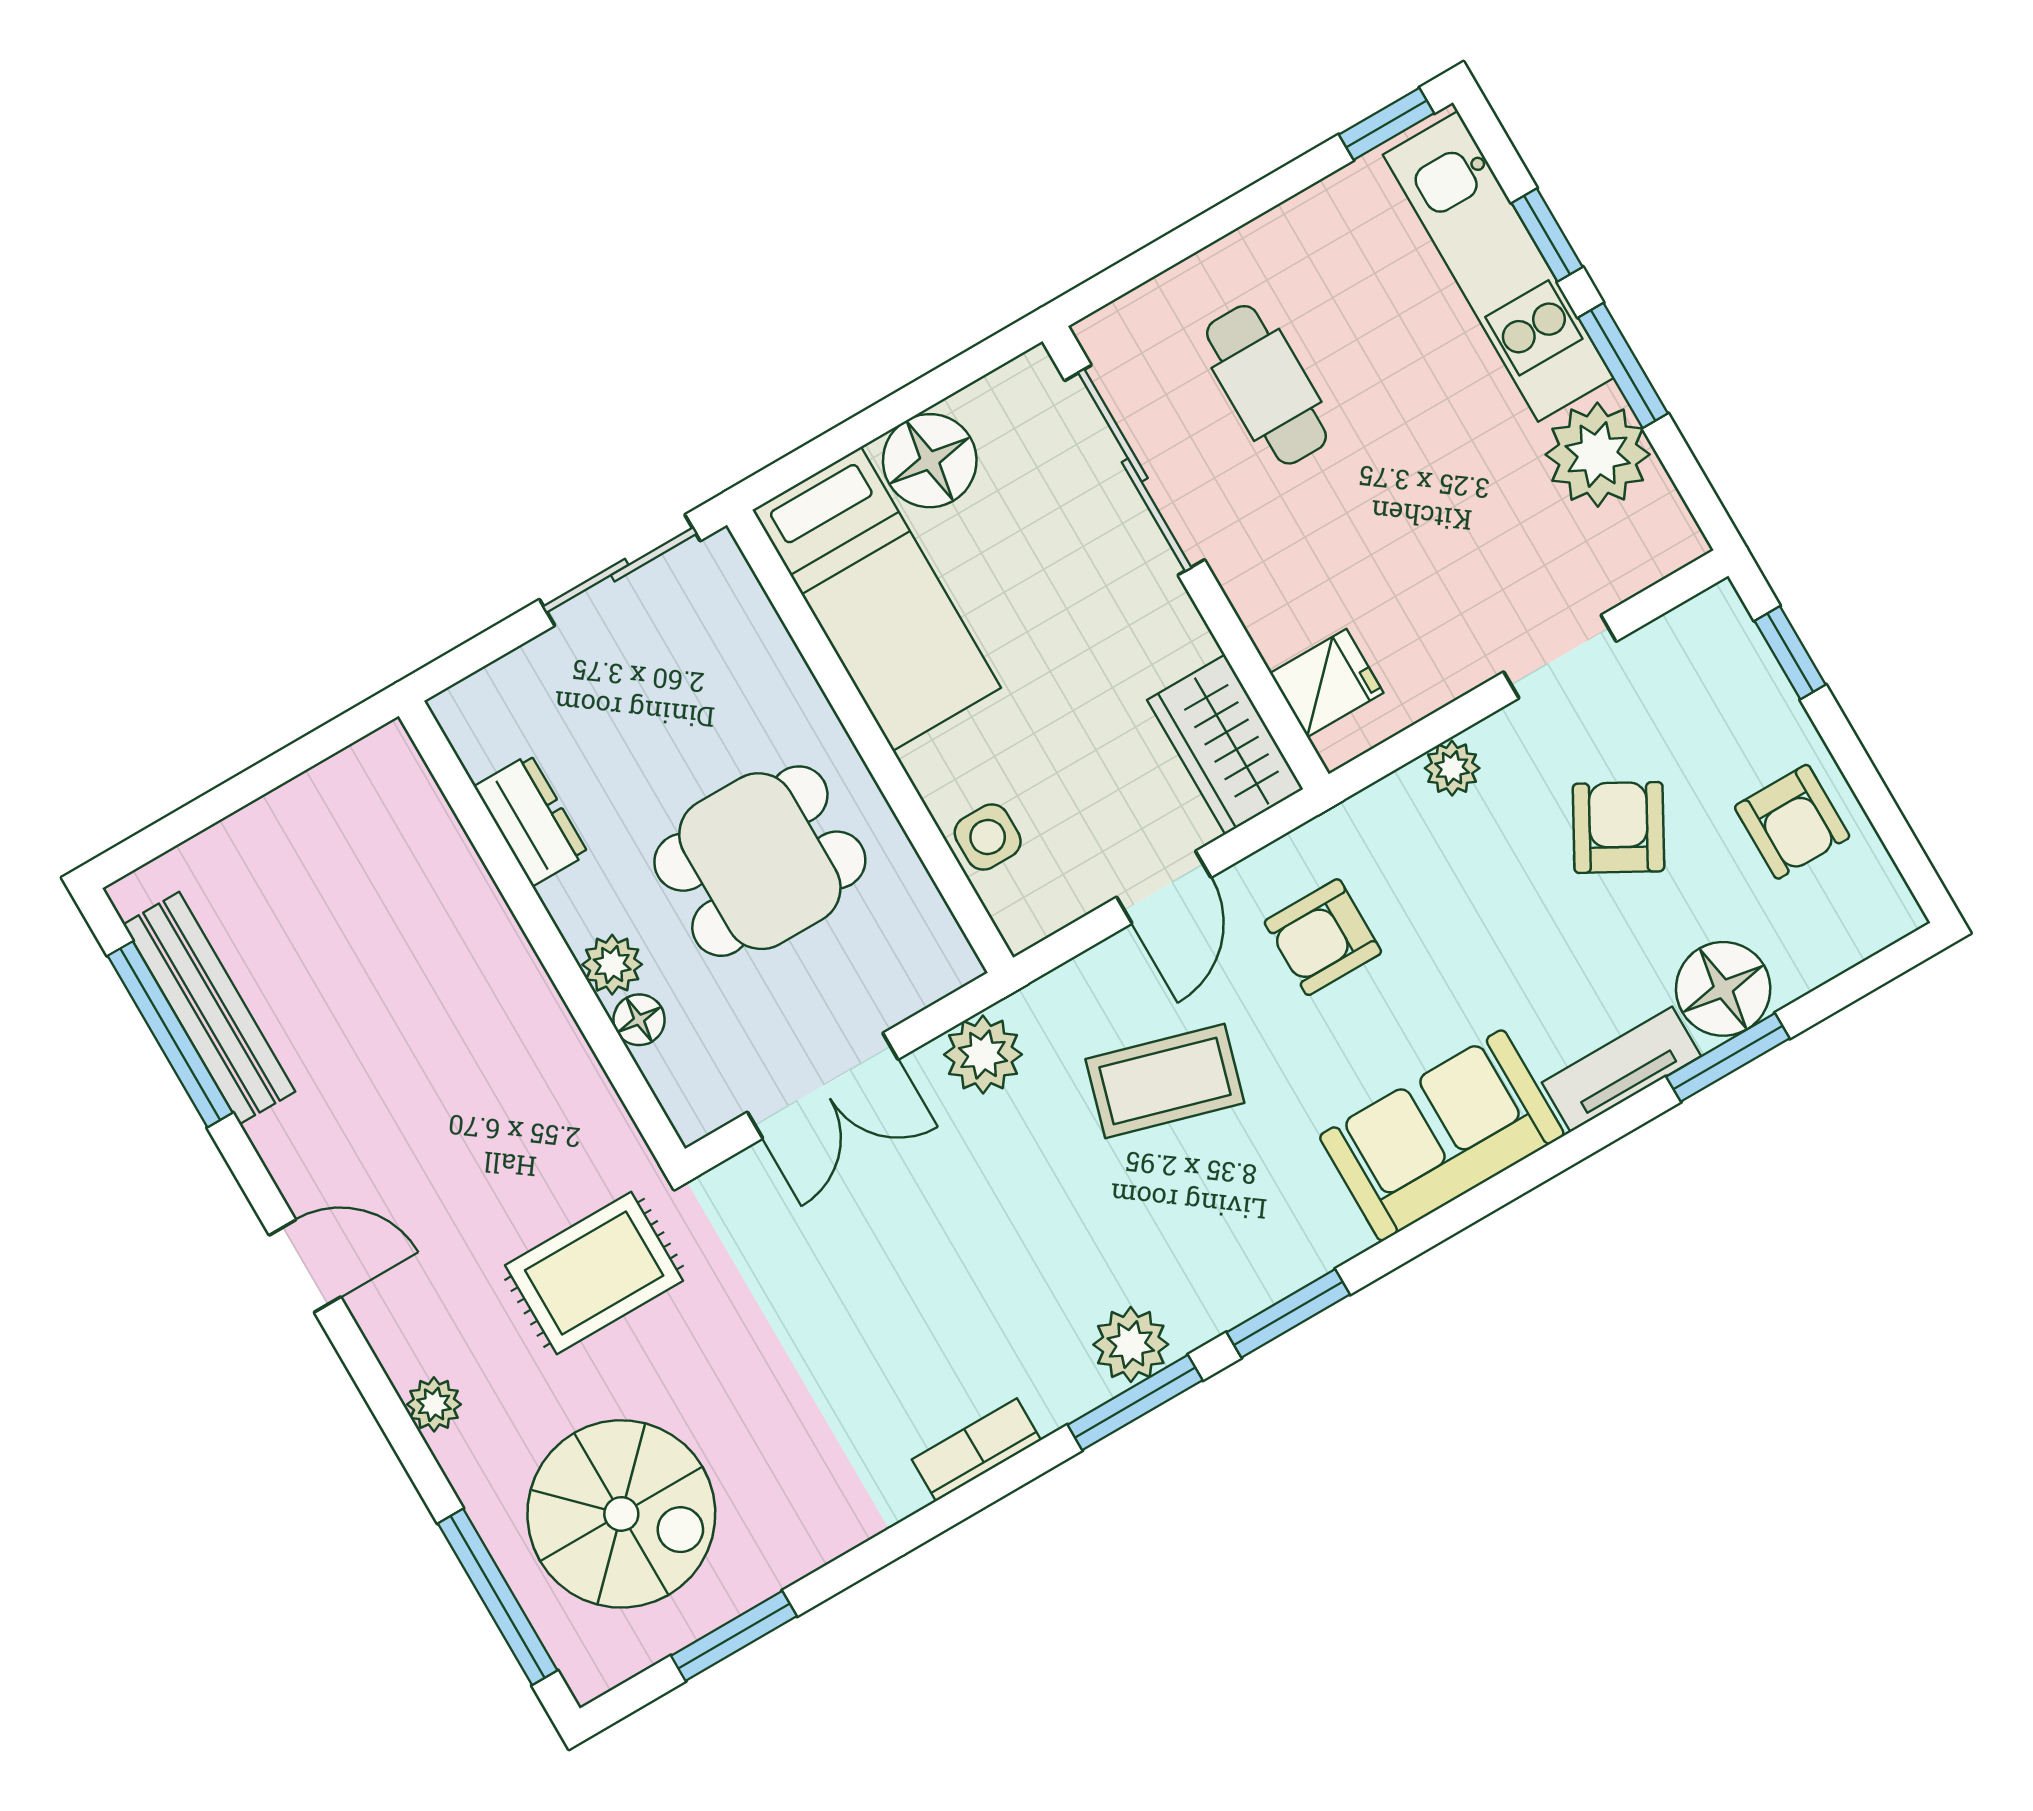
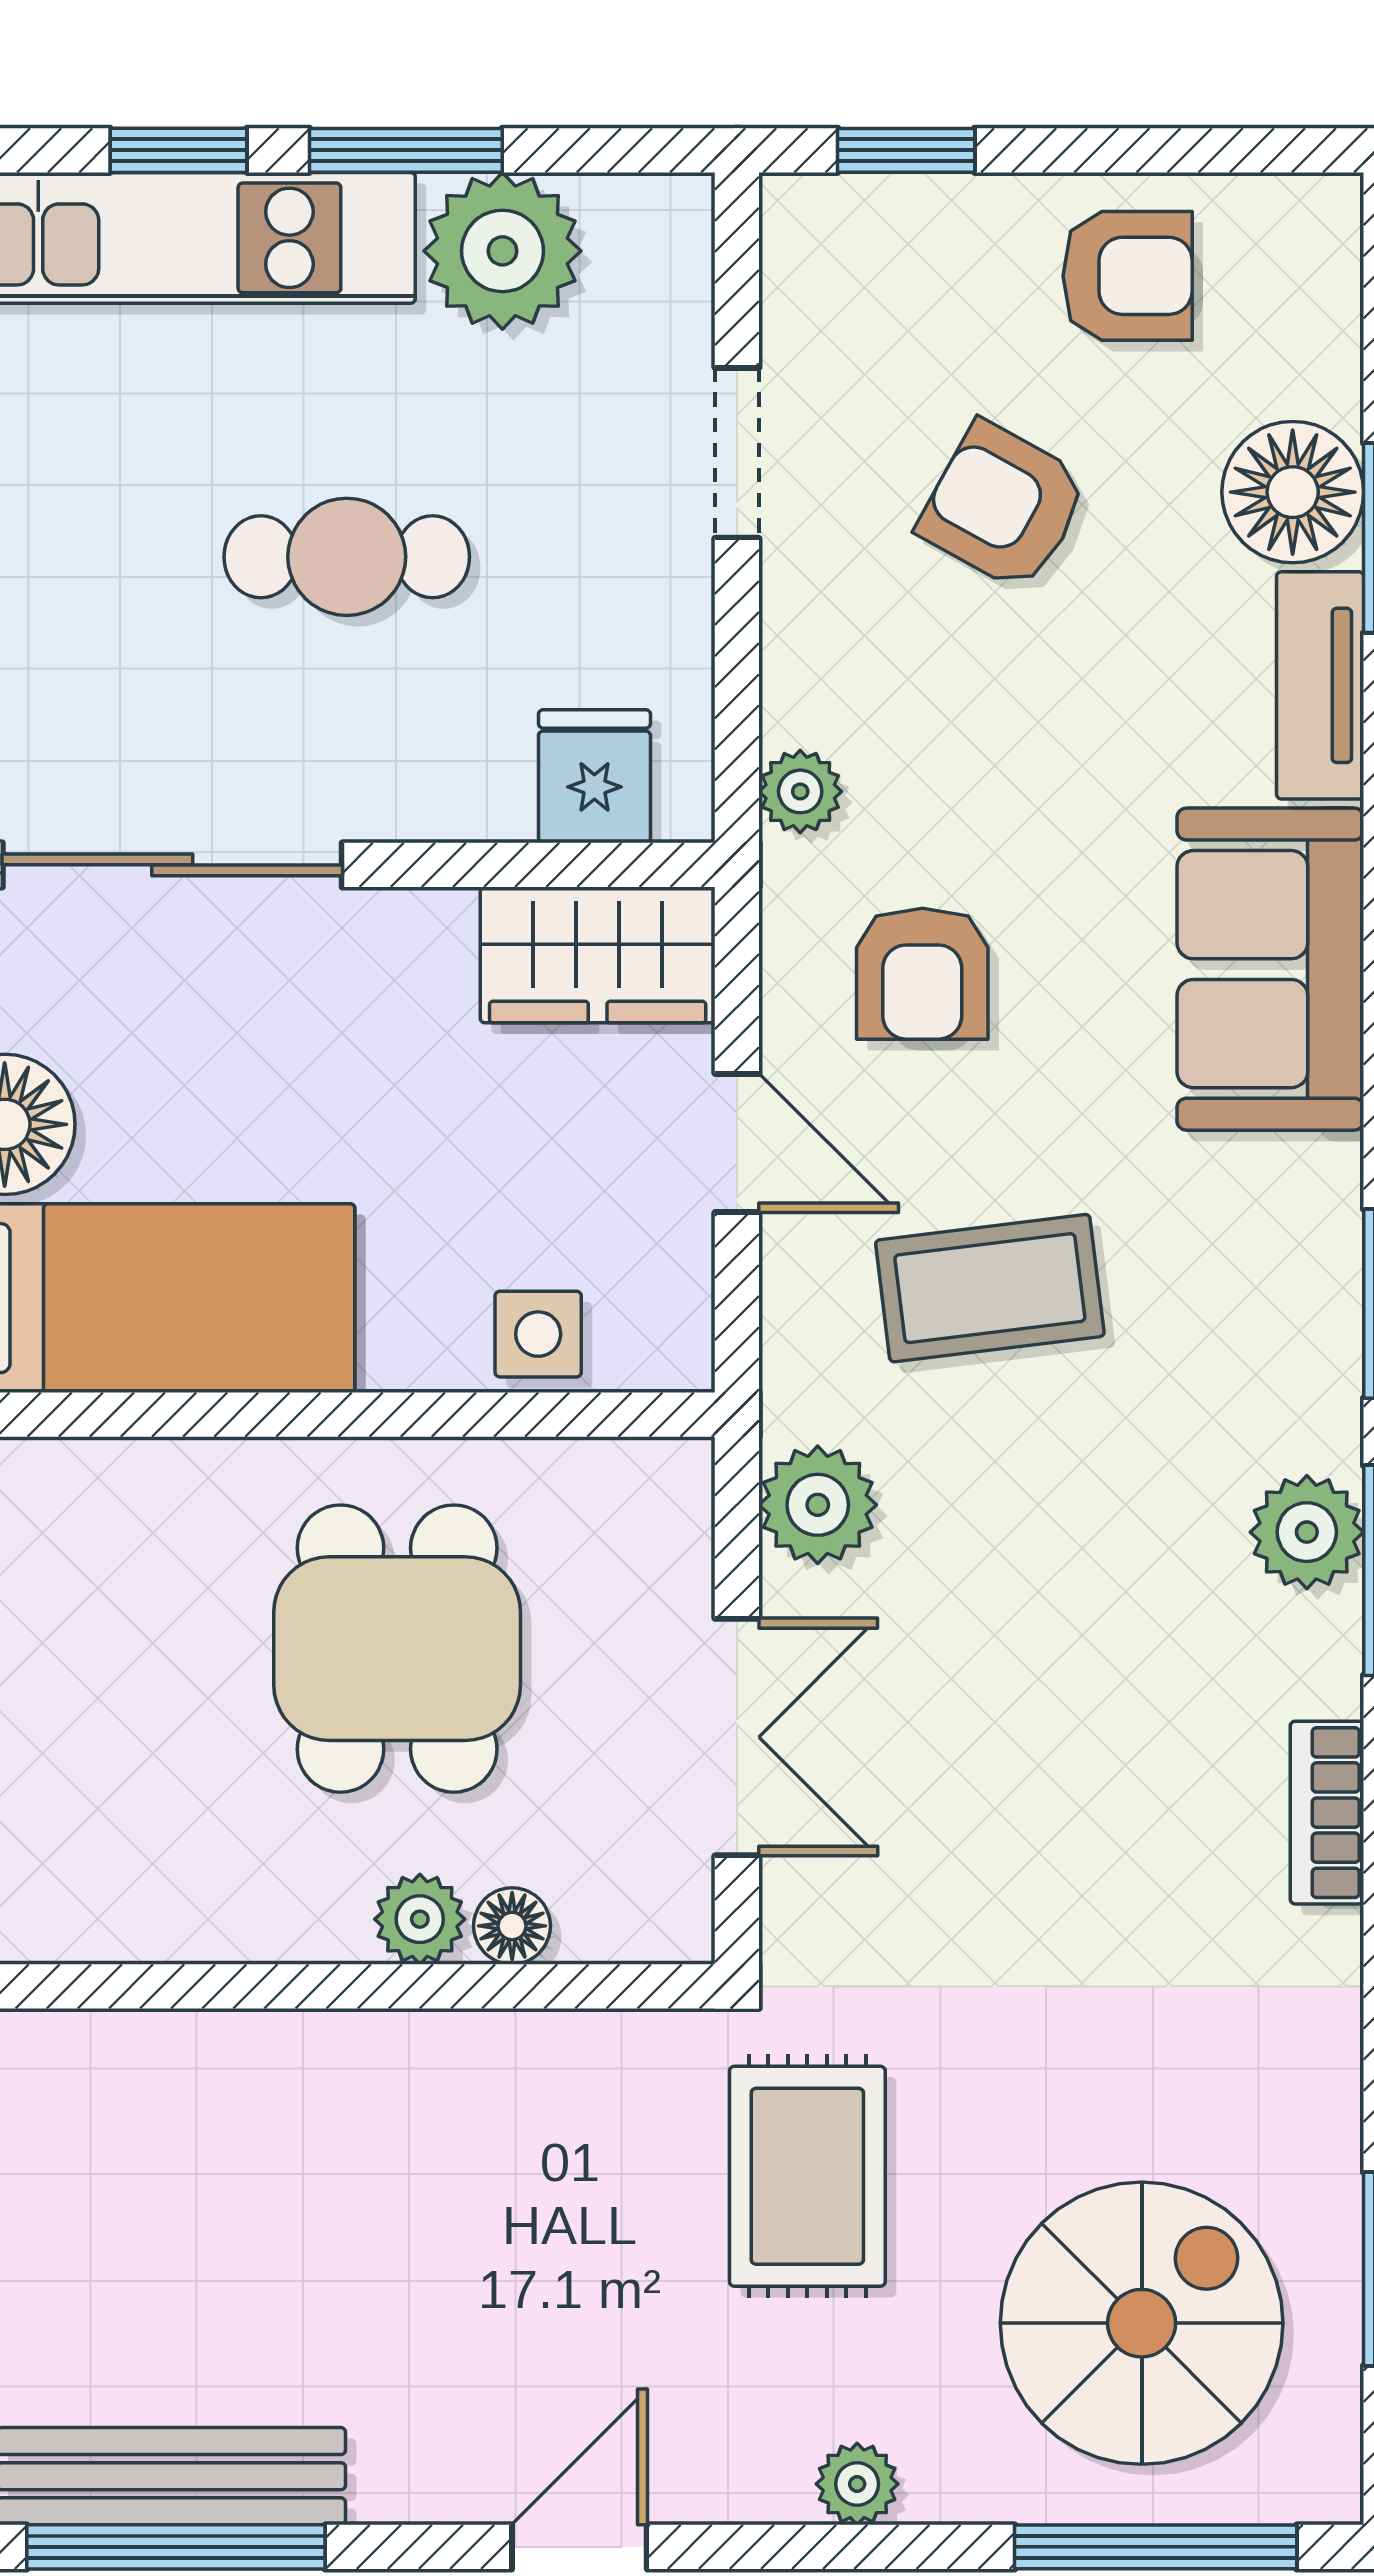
cafe table: (1267, 385) -> (347, 557), moved
plant: (1452, 768) -> (800, 791), moved
dresser: (531, 820) -> (170, 1915), removed
coffee table: (1165, 1081) -> (990, 1288), turned 67

